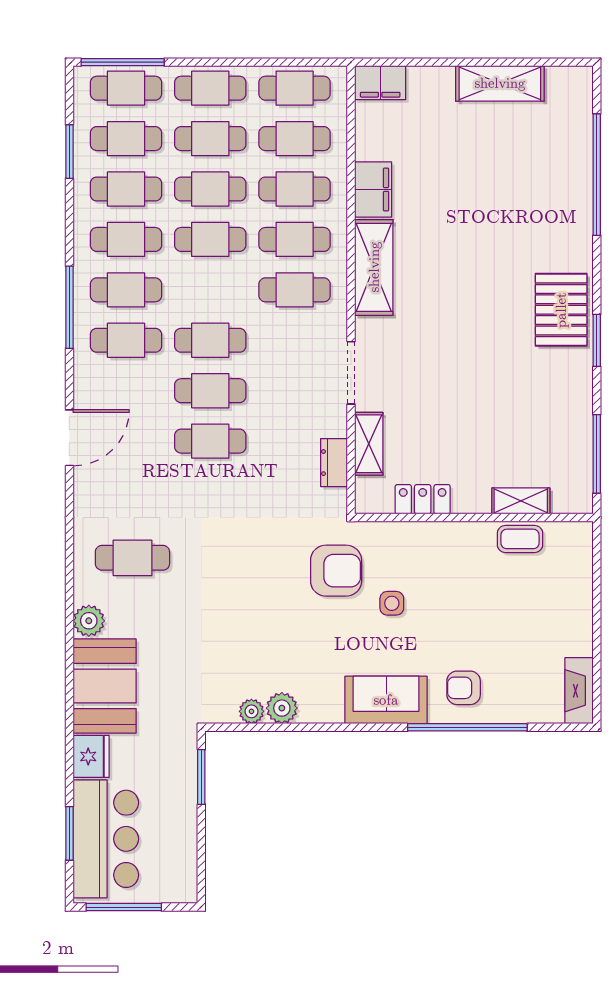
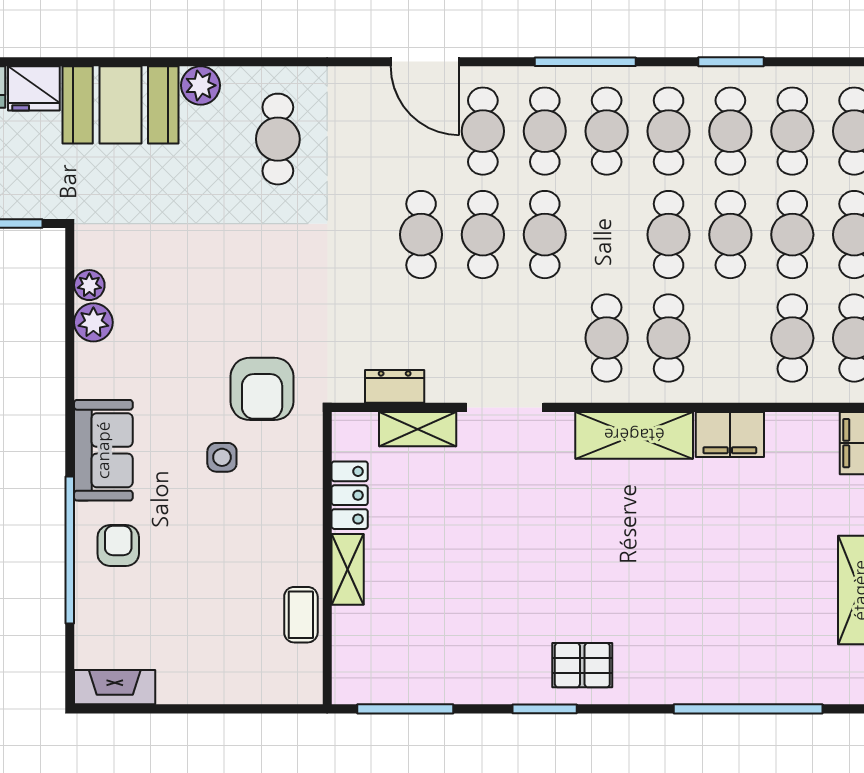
window: (69, 152) -> (731, 62), moved
cafe table: (295, 189) -> (483, 131), moved
pallet: (561, 310) -> (582, 665), width x0.67, depth x0.71
shelving: (521, 501) -> (348, 569), moved

